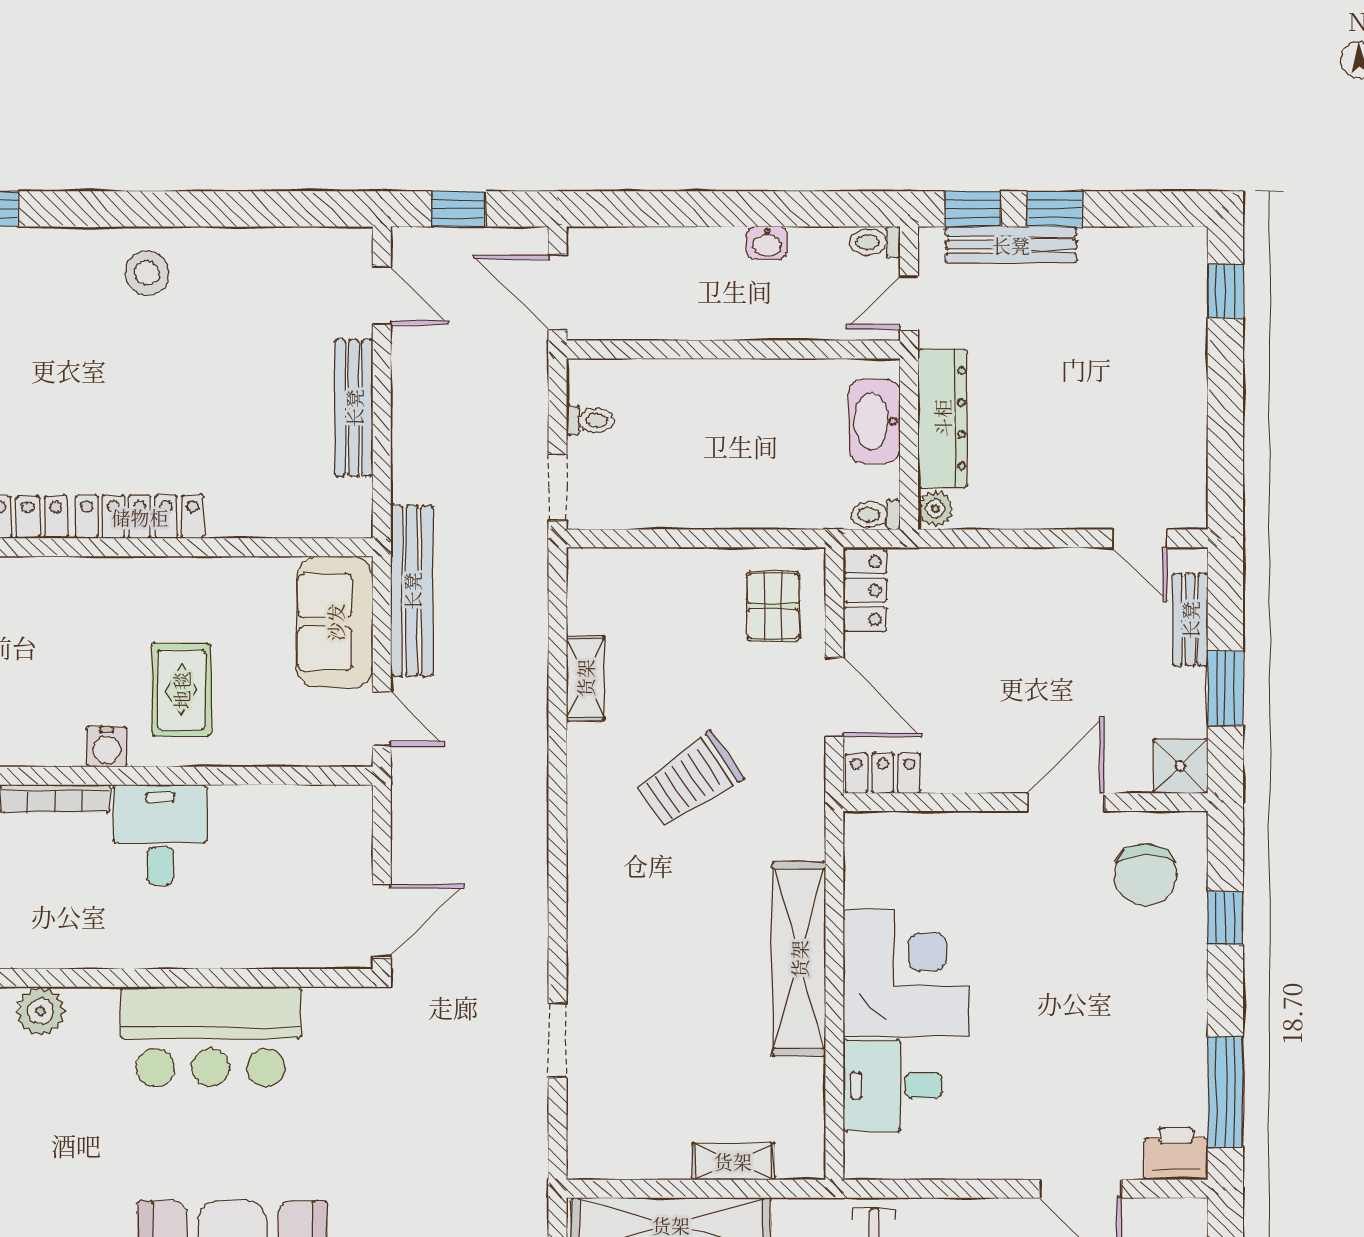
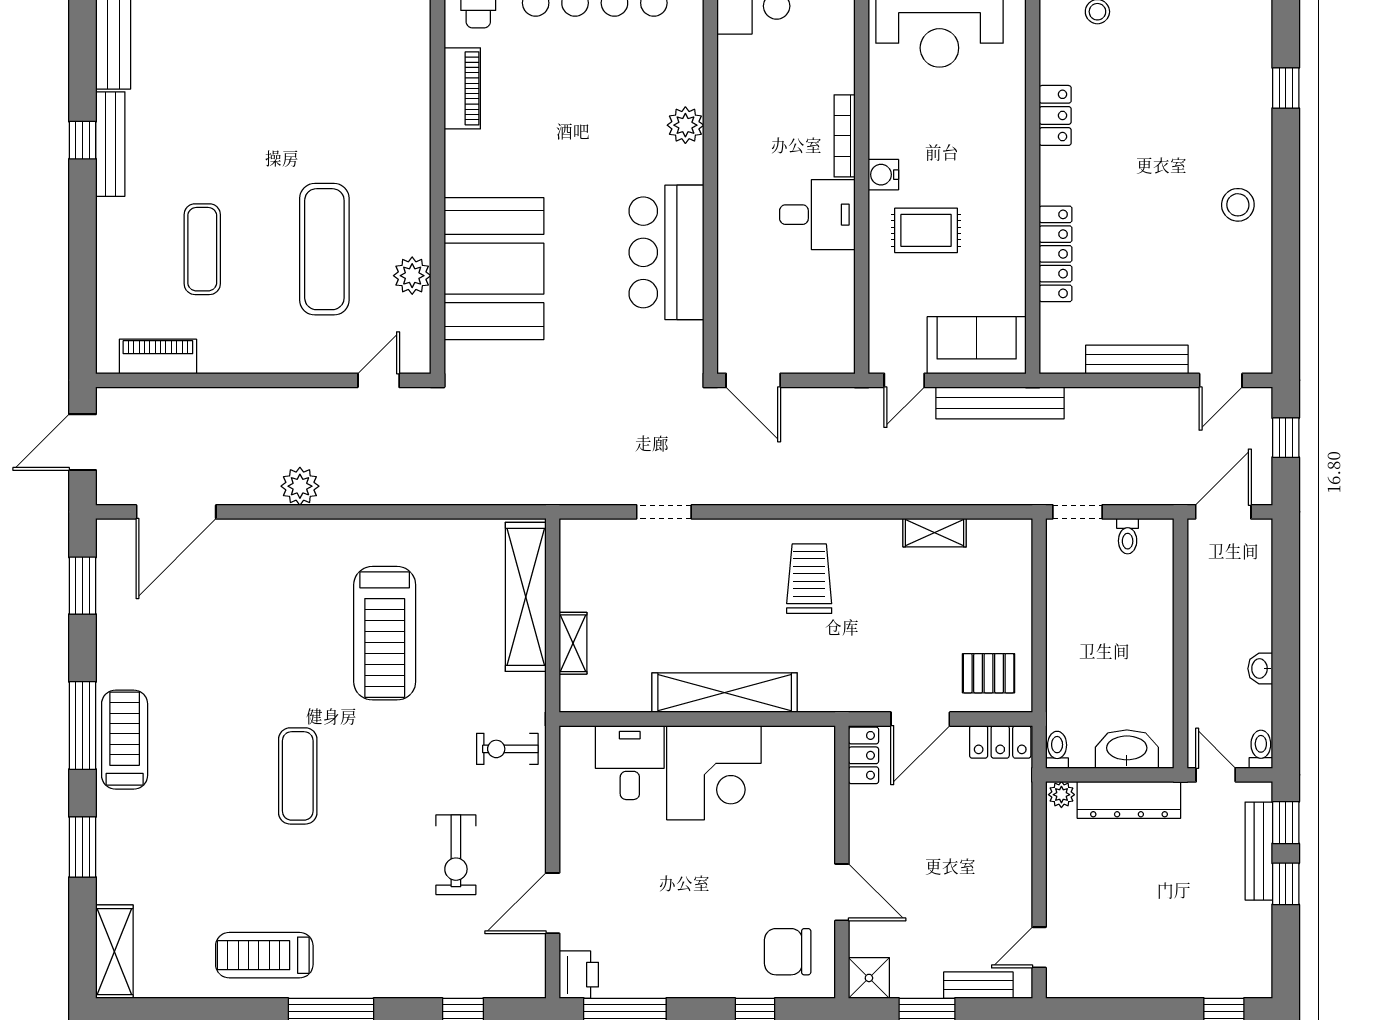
locker: (140, 517) -> (1056, 254), moved
trolley: (689, 780) -> (809, 579), moved, turned 34

